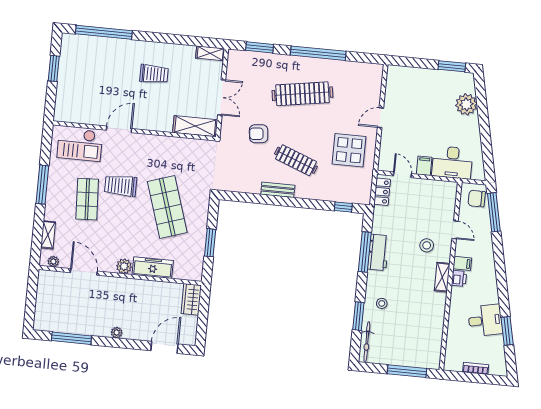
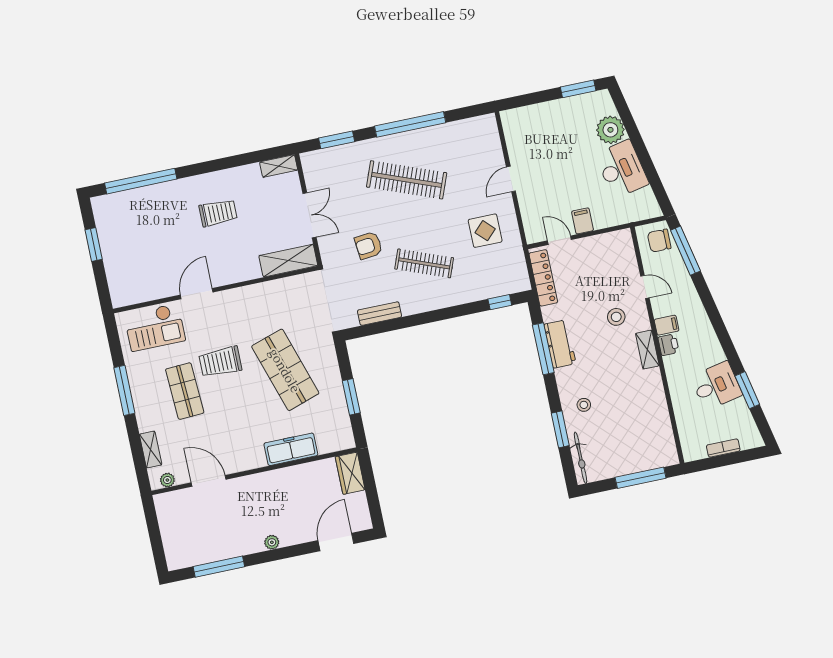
clothes rail: (302, 94) -> (407, 180), turned 30
display table: (349, 150) -> (485, 231), width x0.73, depth x0.73
desk: (452, 162) -> (622, 169), moved, turned -102
bench: (278, 190) -> (380, 314), moved
locker: (382, 192) -> (543, 278), width x1.53
plant: (124, 266) -> (255, 459), removed

